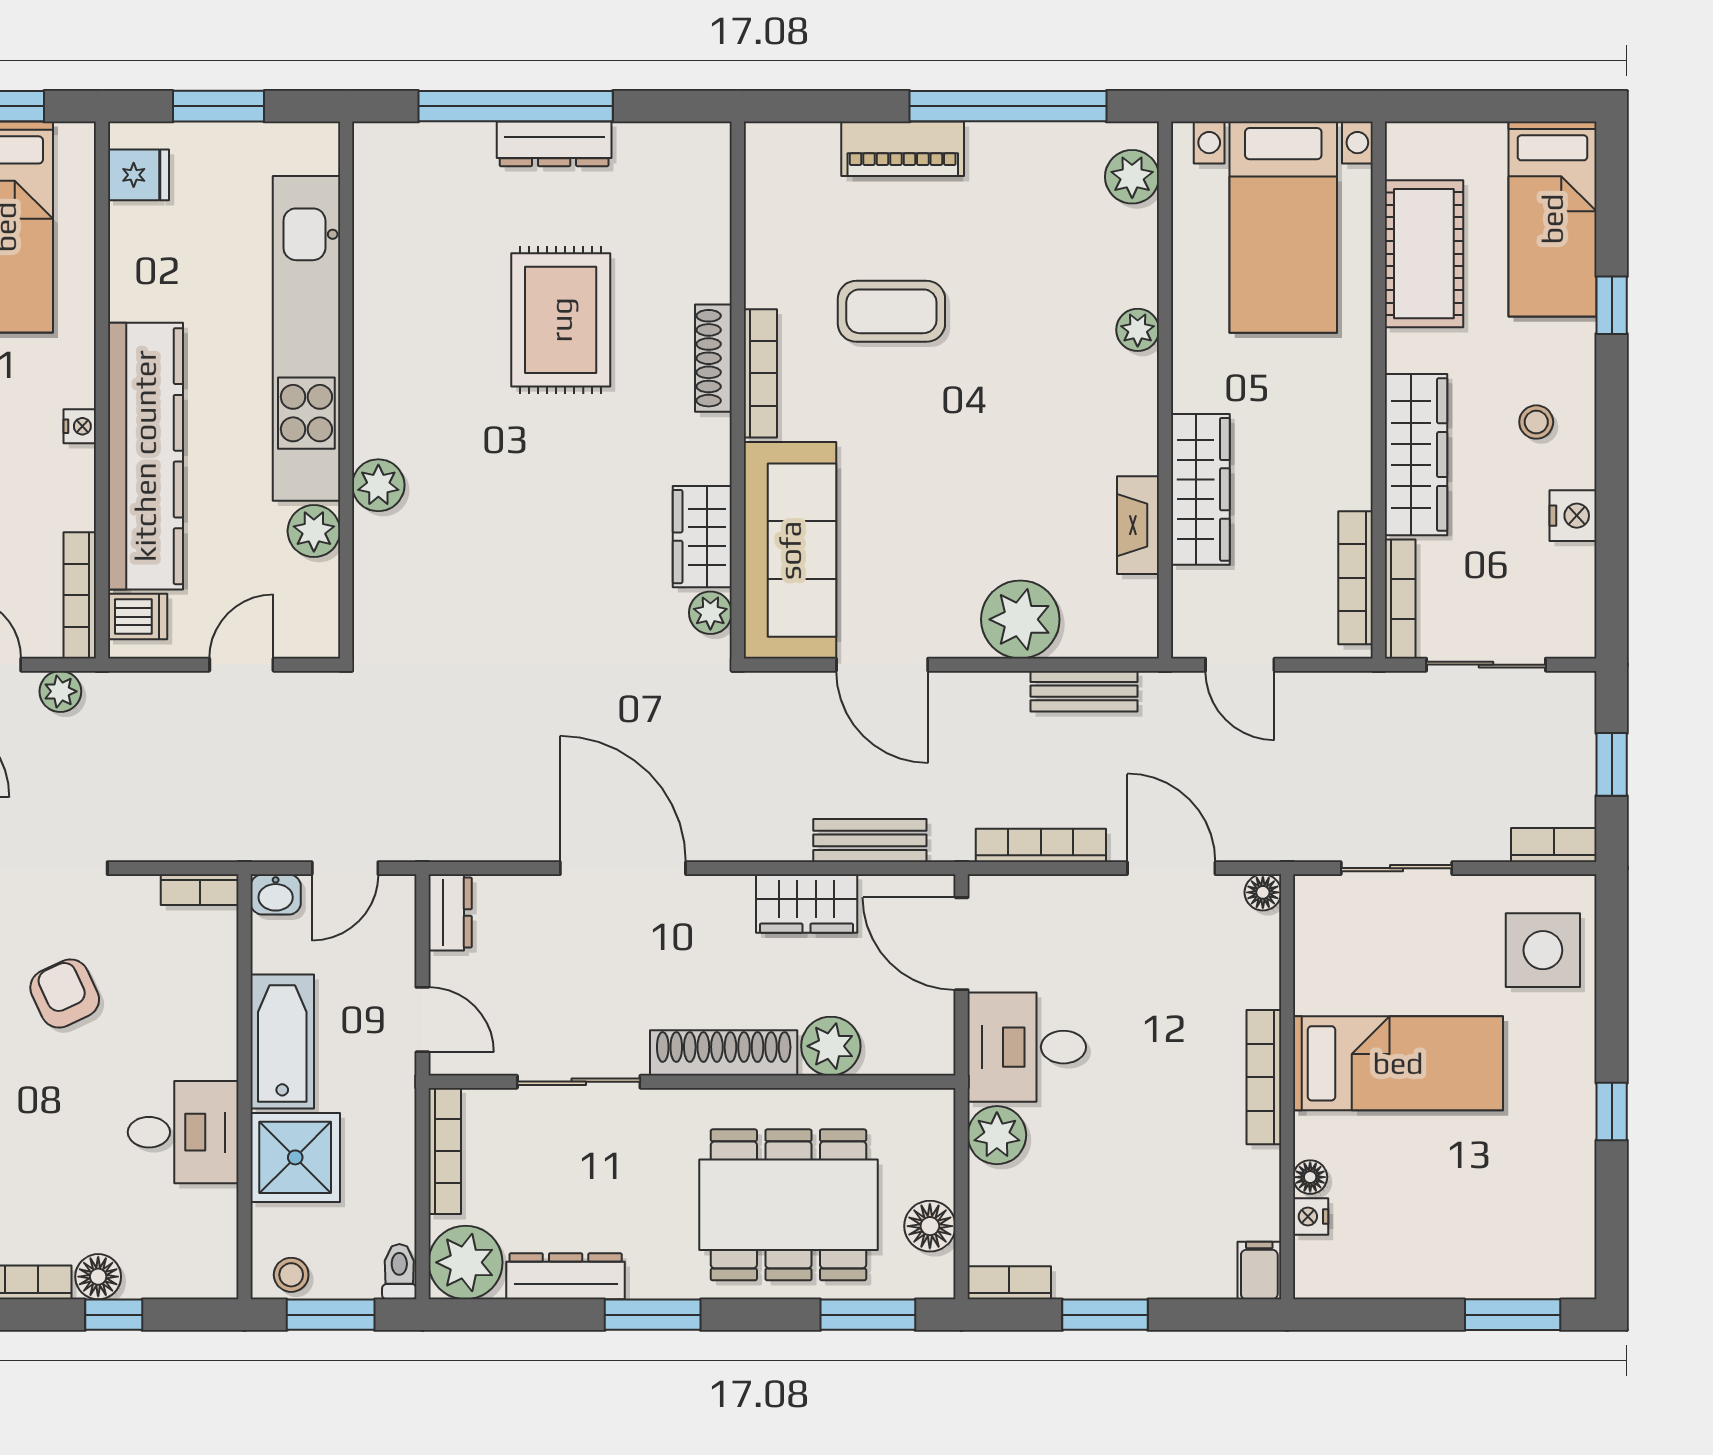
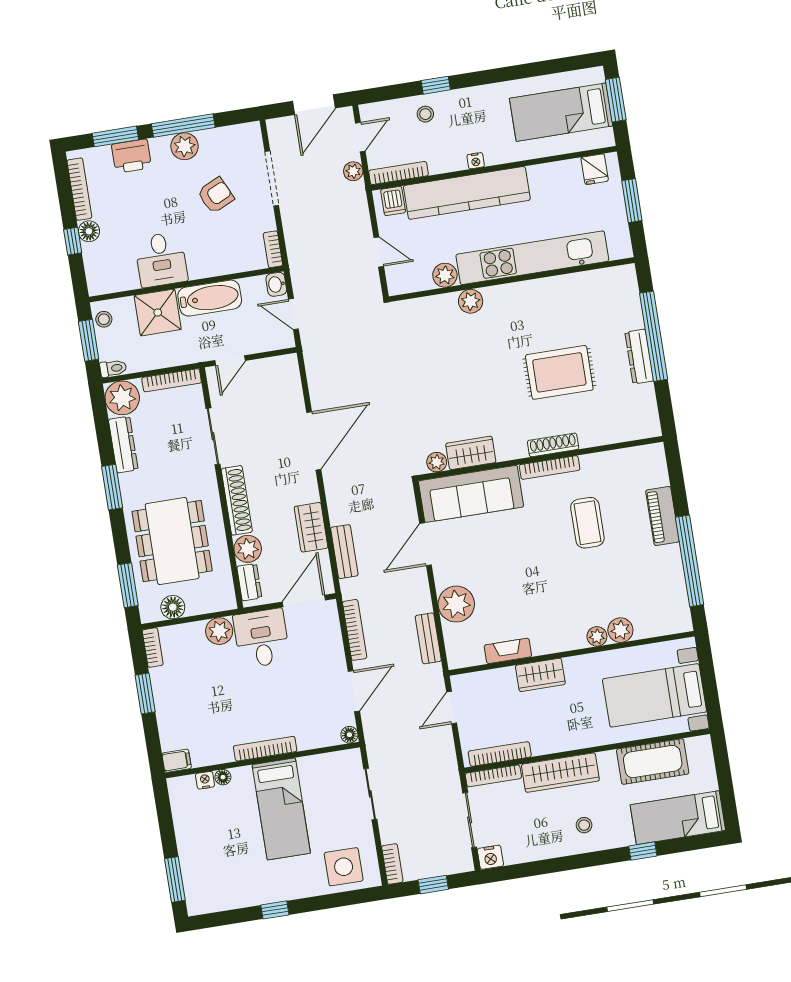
plant: (1132, 177) -> (620, 630), moved
wardrobe: (1200, 489) -> (540, 675), width x0.67
nightstand: (1573, 516) -> (490, 857), moved
dresser: (450, 912) -> (249, 582), moved, turned -90

